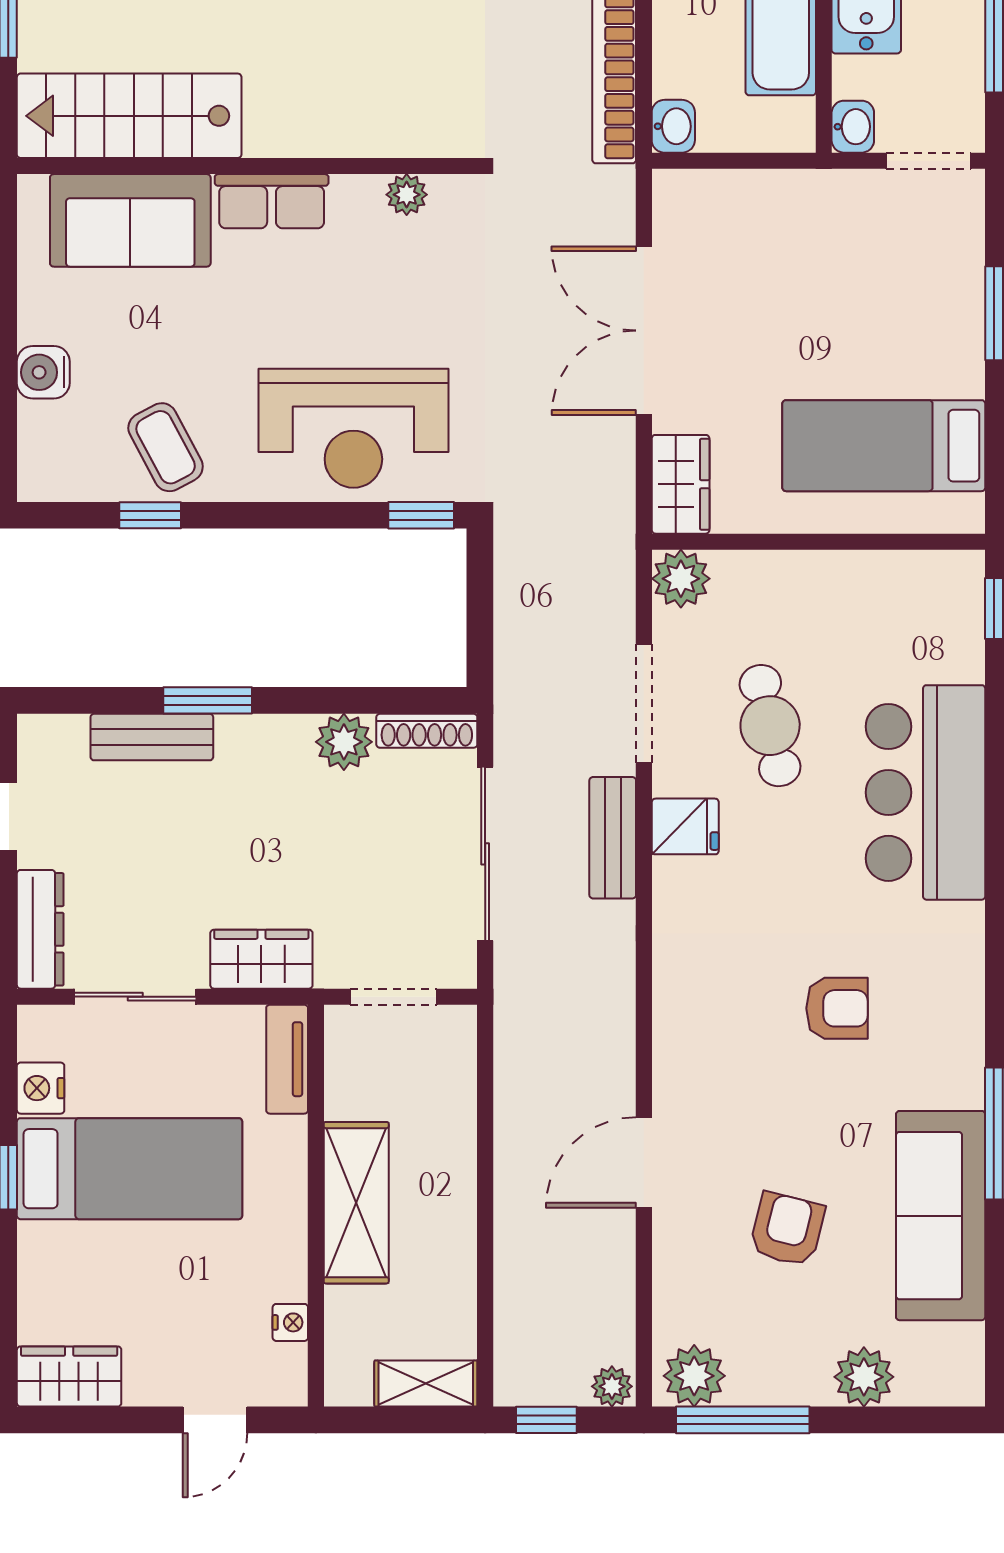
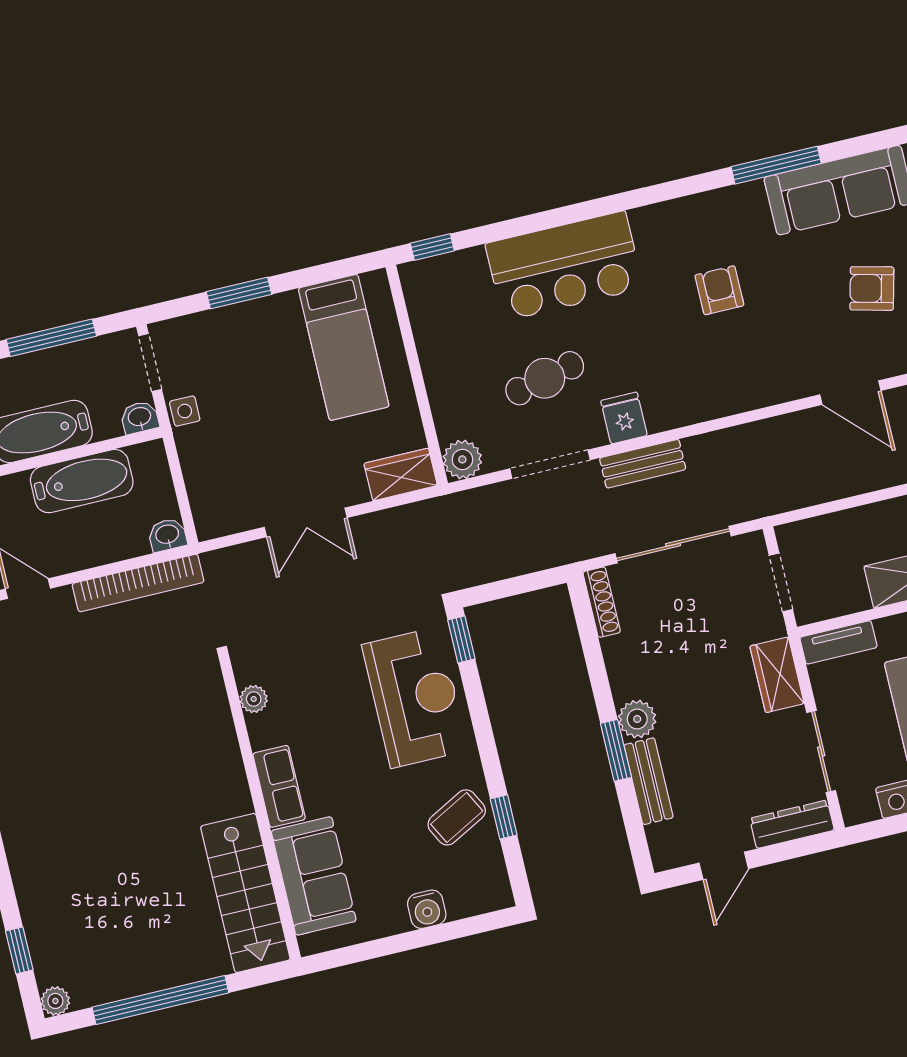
side table: (847, 194) -> (185, 411), added
double door: (644, 331) -> (306, 522), width x0.73
plant: (344, 742) -> (637, 719), moved

